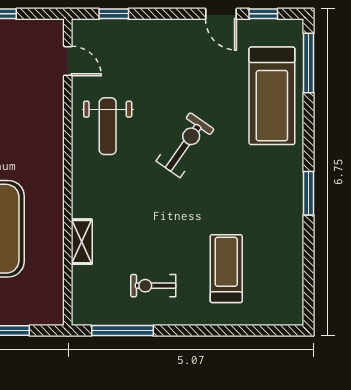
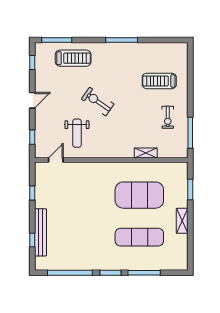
door: (221, 14) -> (32, 100), moved
treadmill: (272, 96) -> (73, 58), width x0.73, depth x0.73
weight bench: (108, 126) -> (77, 133), moved, turned 90
window: (308, 193) -> (122, 40), width x1.44

